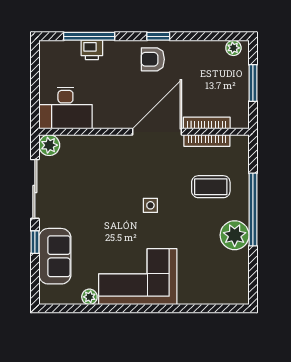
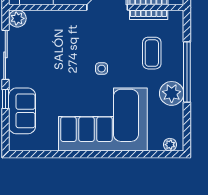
coffee table: (211, 187) -> (152, 53), turned 90
corner sofa: (138, 277) -> (103, 119), width x1.36, depth x1.36
plant: (89, 297) -> (170, 145), moved

